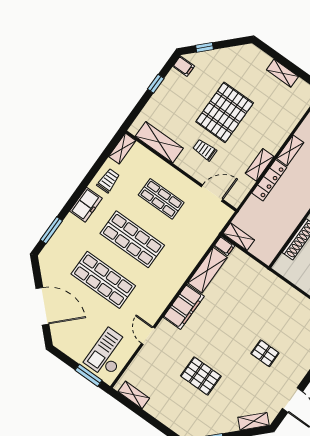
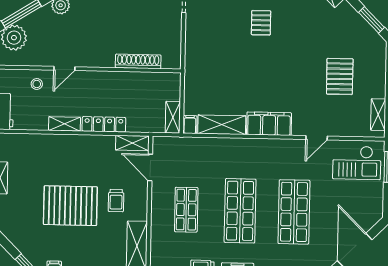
shelving: (260, 165) -> (132, 143), moved
pallet: (201, 376) -> (340, 76), moved

